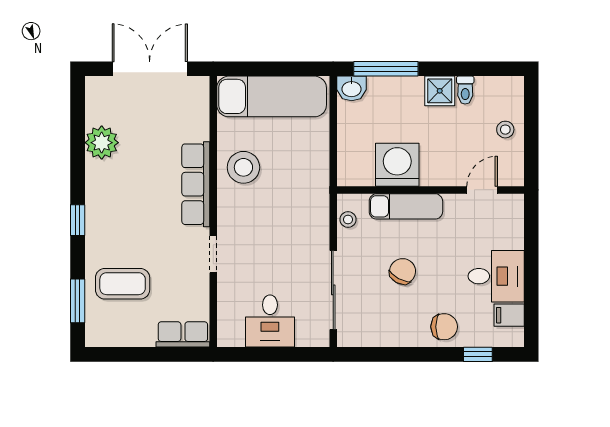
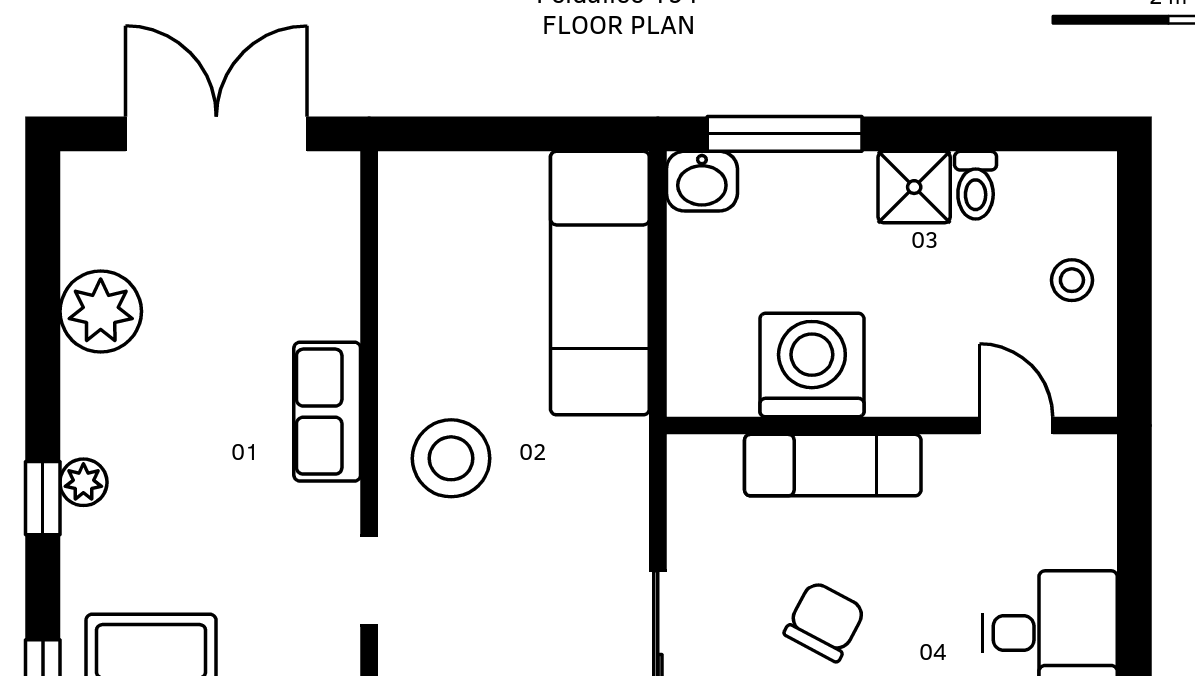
exam couch: (272, 96) -> (600, 283), moved, turned 90
stool: (243, 167) -> (451, 458), moved
row of seats: (196, 184) -> (327, 412), width x0.68
door: (482, 190) -> (1016, 426), hinge flipped
plant: (94, 214) -> (83, 482), added
stool: (348, 219) -> (693, 497), removed

